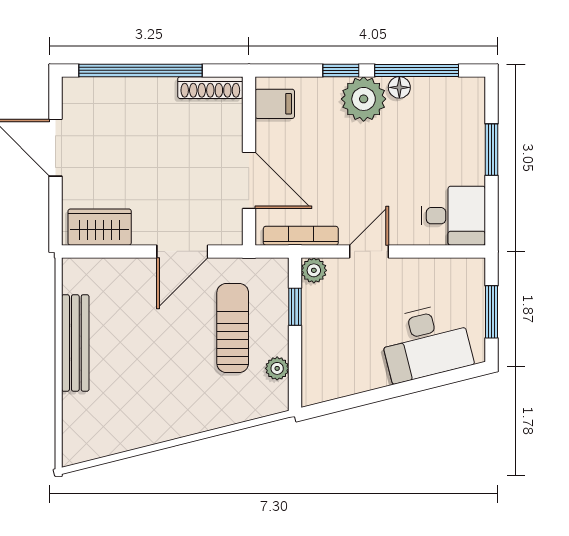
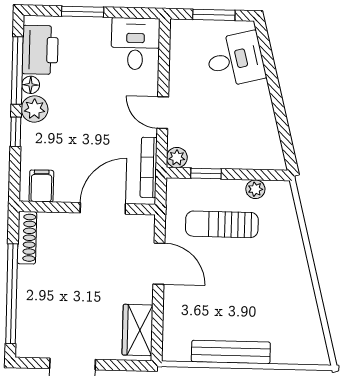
printer: (443, 98) -> (40, 50), added
plant: (364, 99) -> (34, 109), width x0.73, depth x0.73
desk: (426, 342) -> (235, 60), width x0.73

